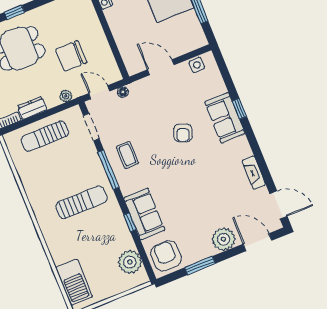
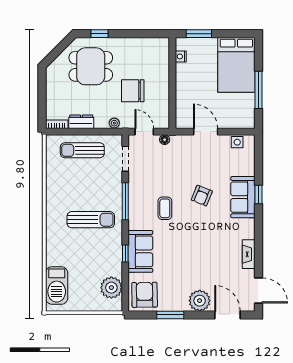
coffee table: (127, 155) -> (165, 208), moved

